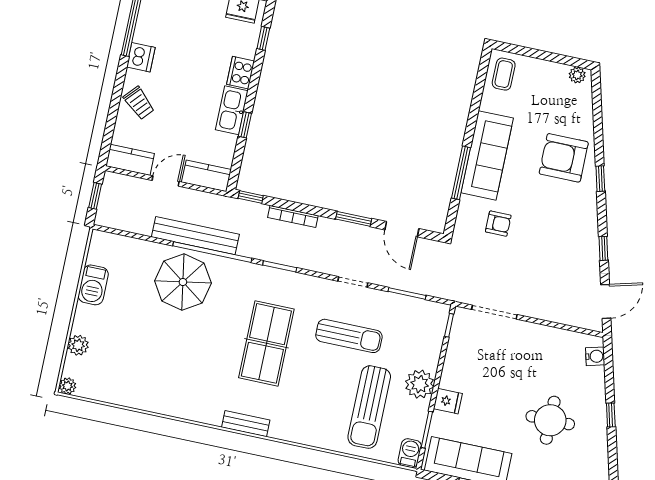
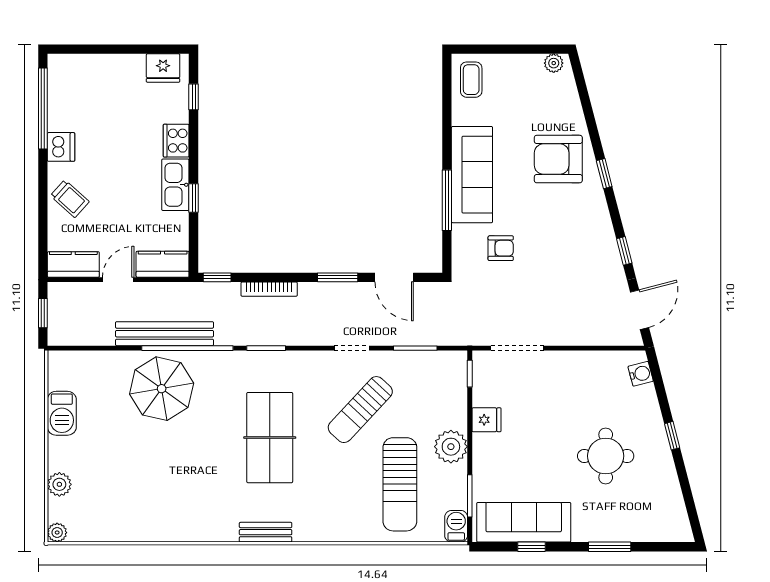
sun lounger: (349, 336) -> (360, 410), turned 133
fridge: (448, 401) -> (486, 420), moved

